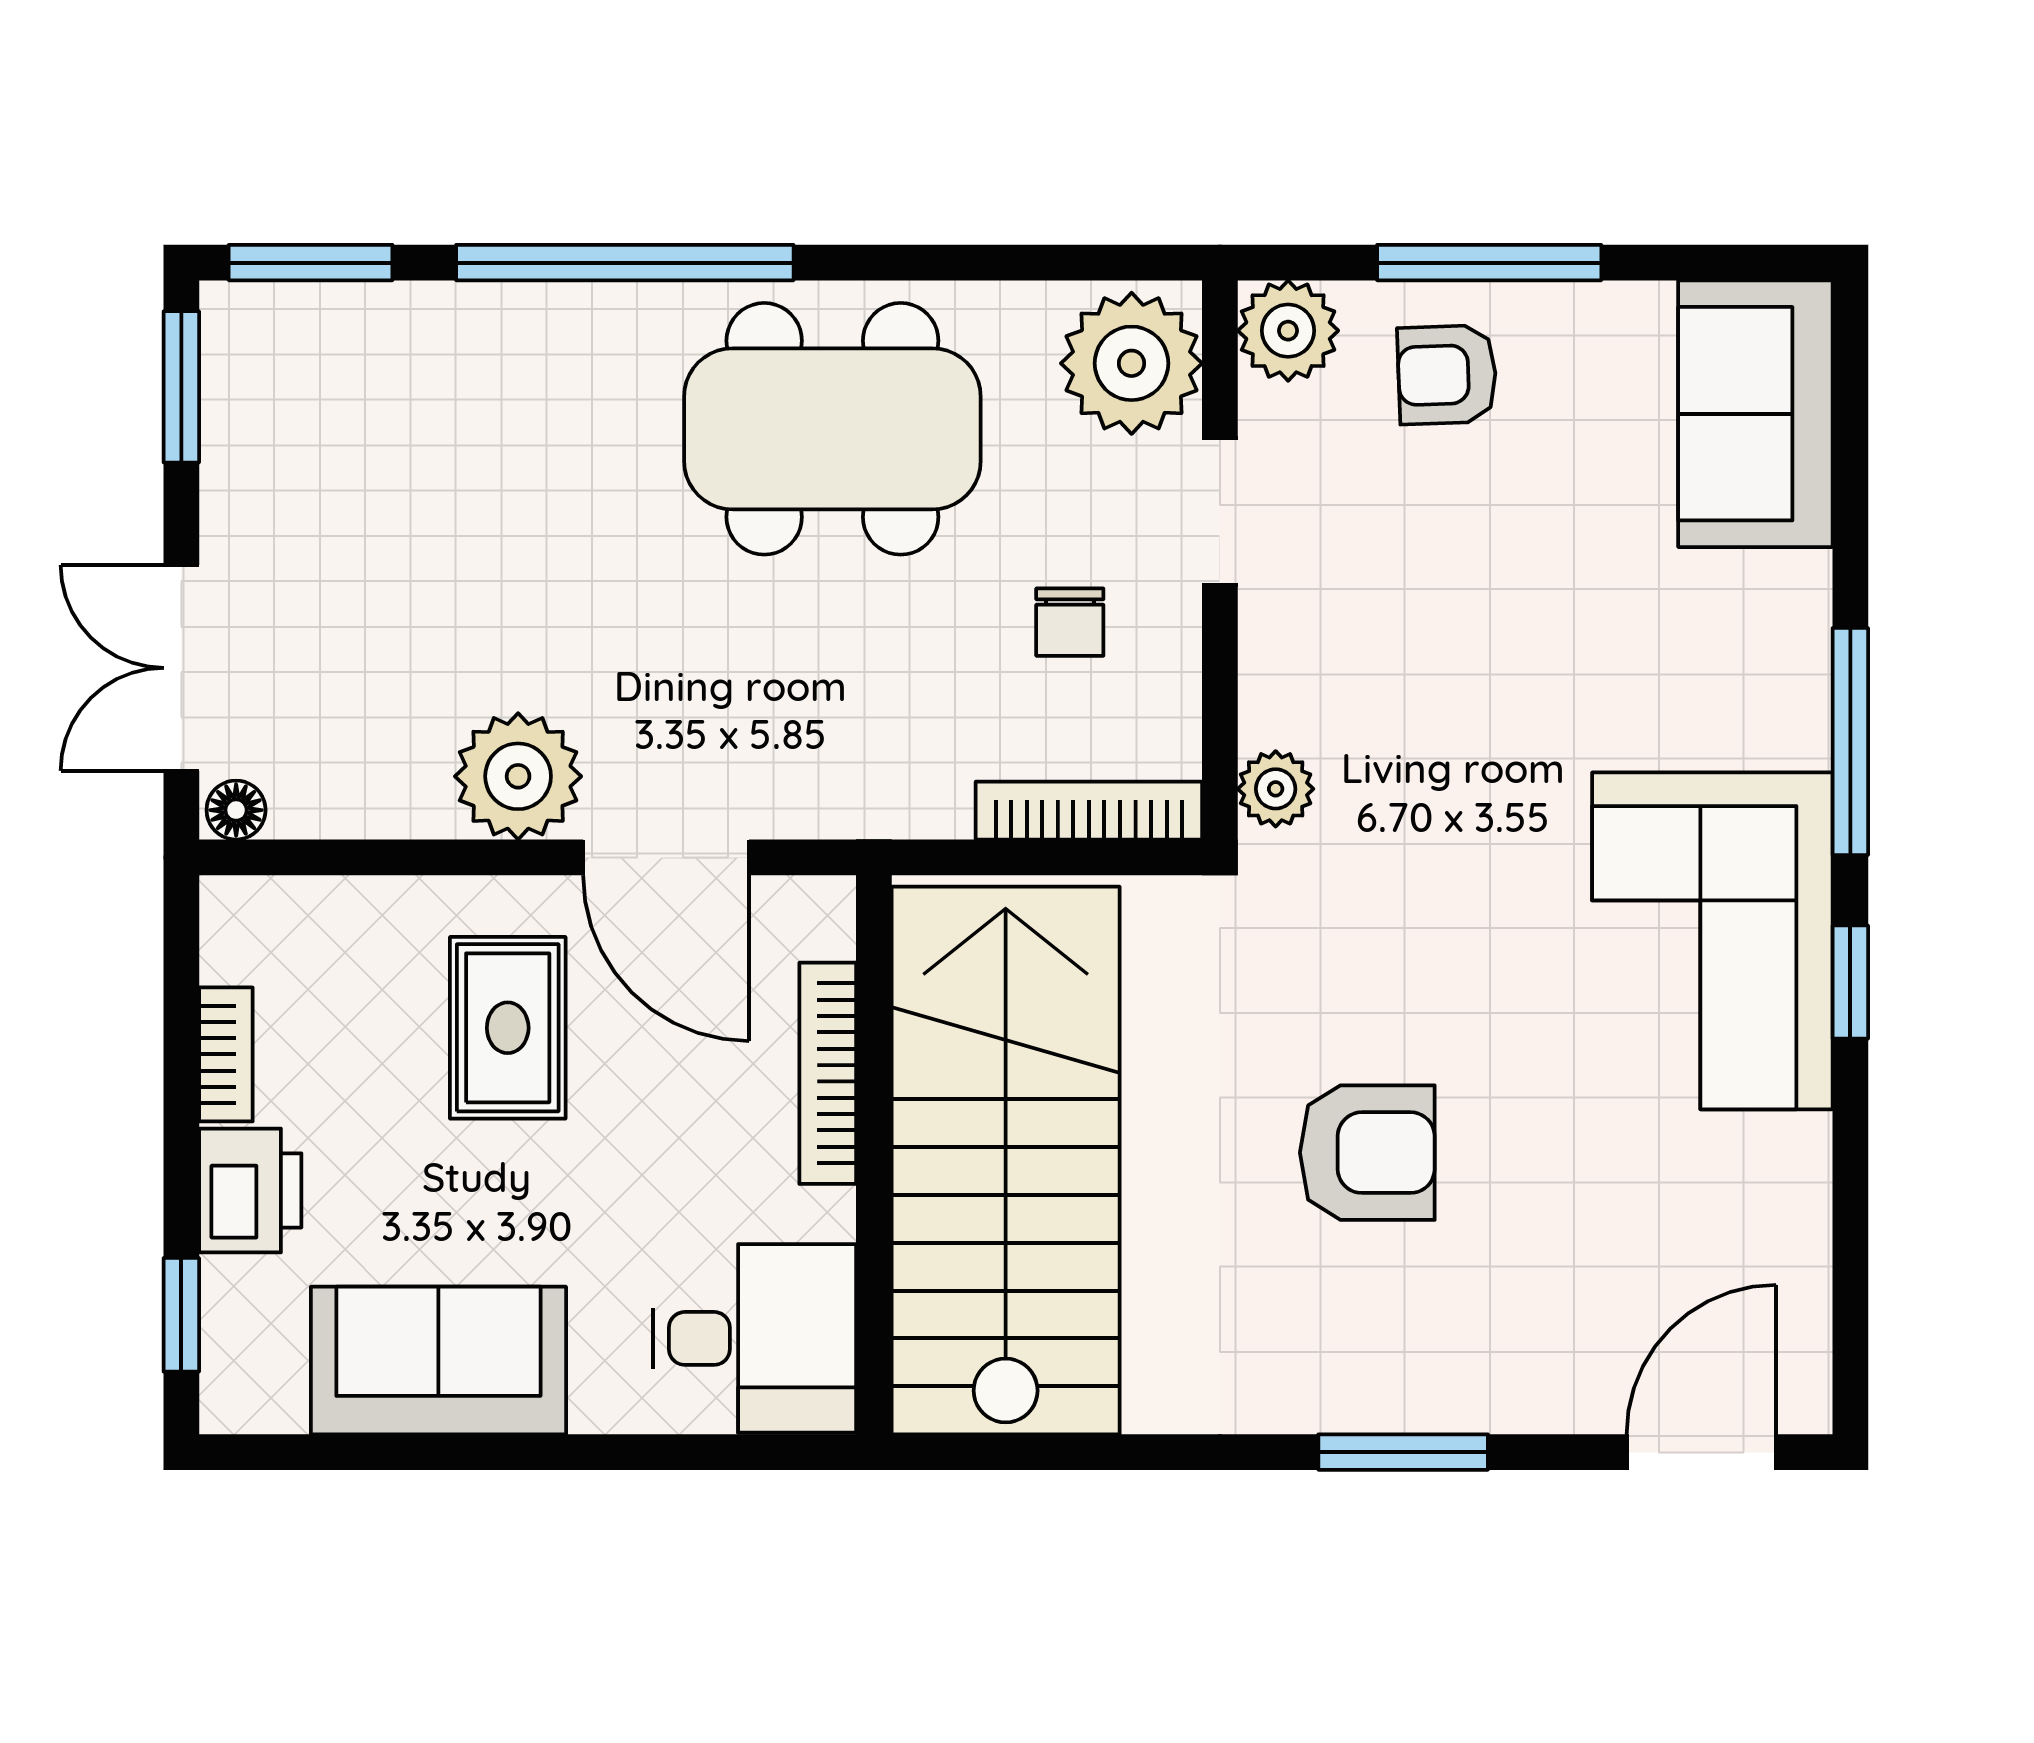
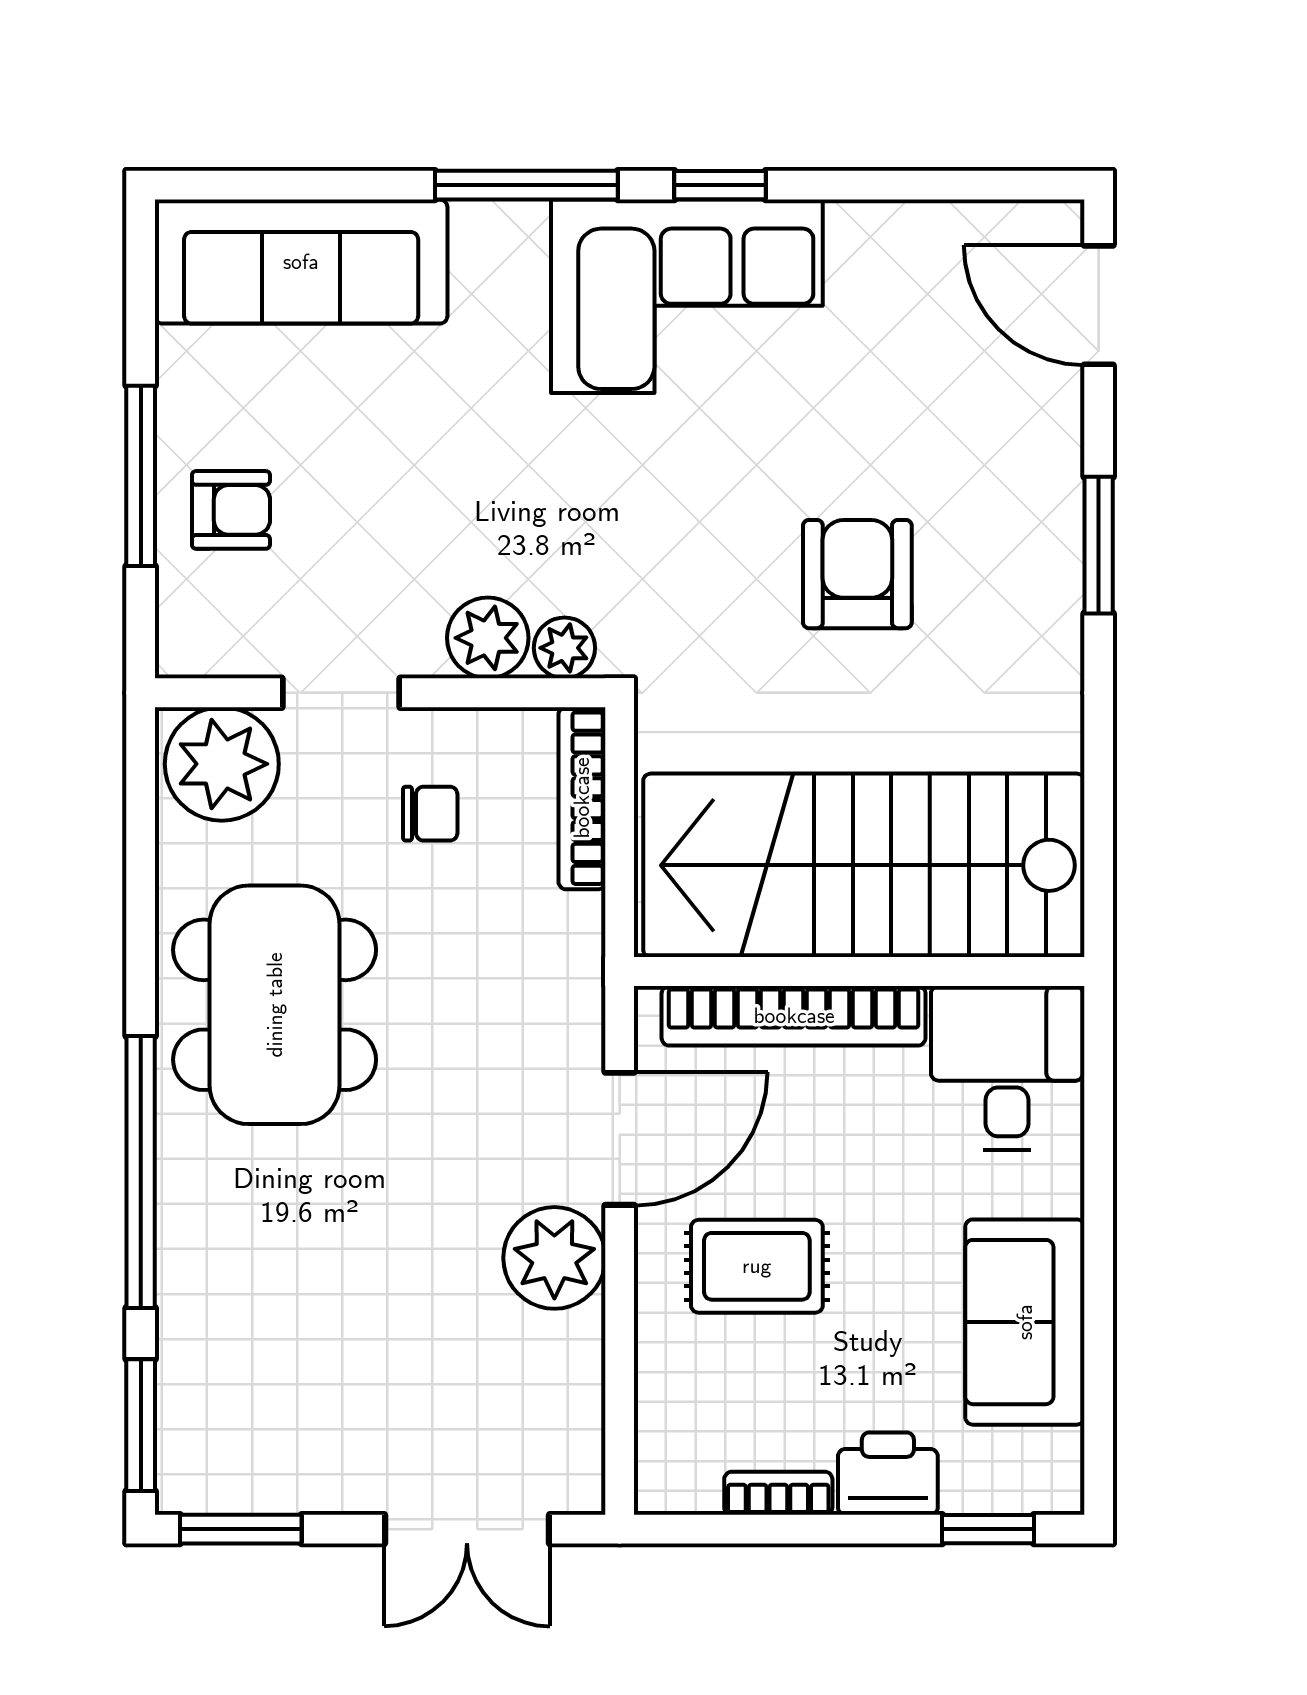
plant: (1288, 331) -> (488, 638), moved
armchair: (1447, 375) -> (231, 510), turned -88
sofa: (1755, 414) -> (301, 262), width x1.36
floor lamp: (236, 810) -> (582, 1485), removed
bookcase: (828, 1073) -> (794, 1016), width x1.48, depth x1.31

